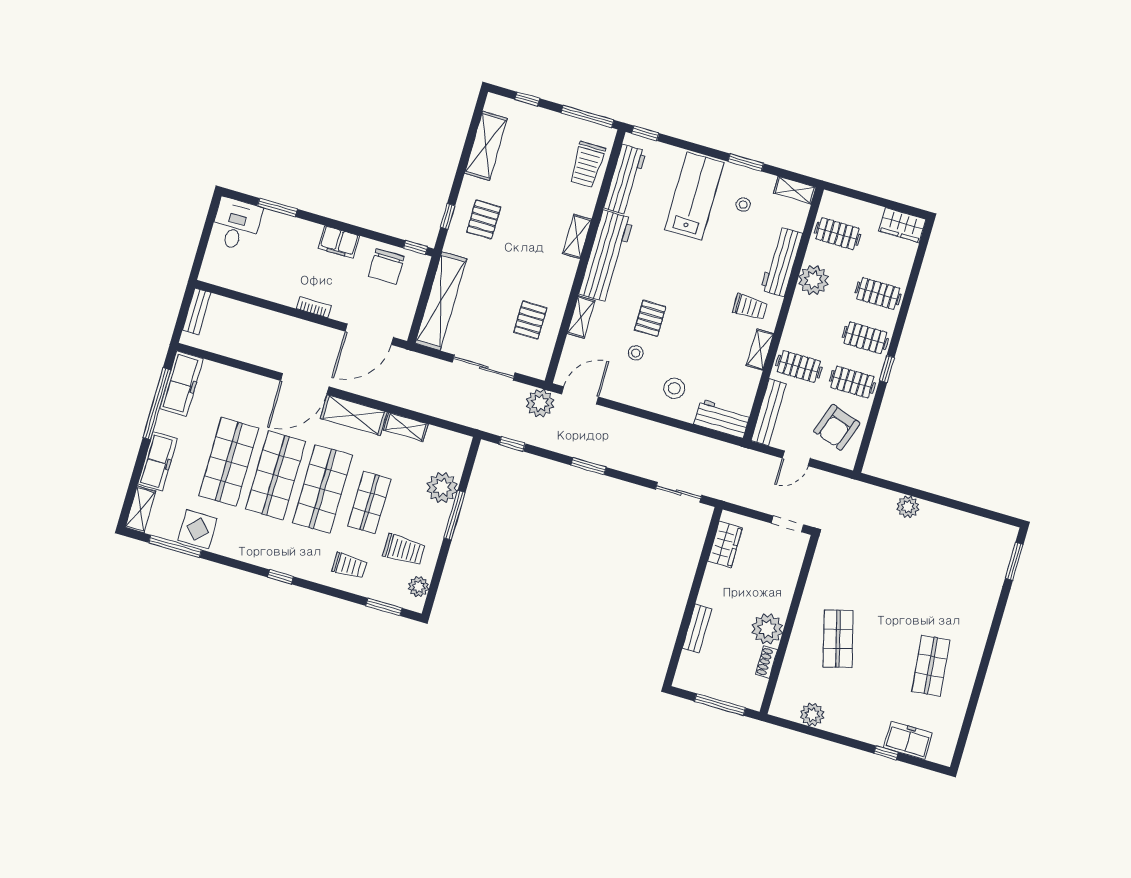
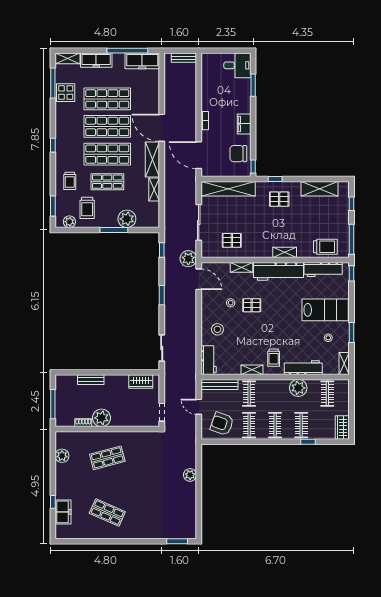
trolley: (587, 164) -> (325, 247), turned 180
window: (887, 369) -> (308, 442), moved
shop shelf: (931, 666) -> (107, 513), turned 30

